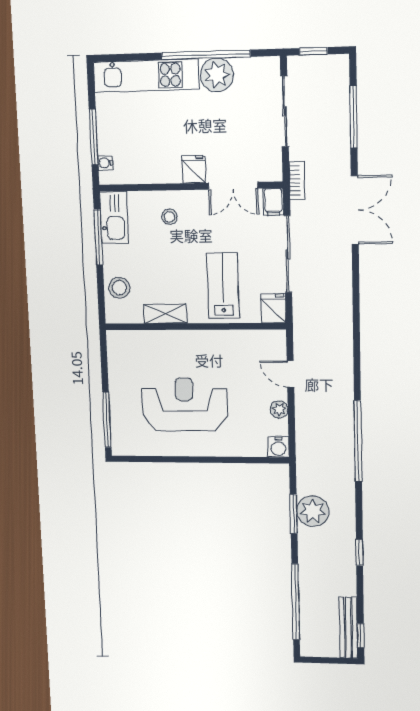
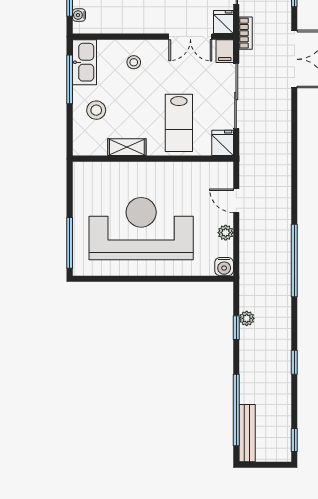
fridge: (194, 169) -> (223, 22), moved
lab bench: (223, 286) -> (179, 123), turned 180
stool: (119, 288) -> (96, 110), moved
reception desk: (185, 404) -> (141, 229), width x1.36, depth x1.30
plant: (313, 511) -> (247, 318), width x0.53, depth x0.53
window: (294, 514) -> (236, 328), width x0.67
bench: (348, 628) -> (247, 433), moved

